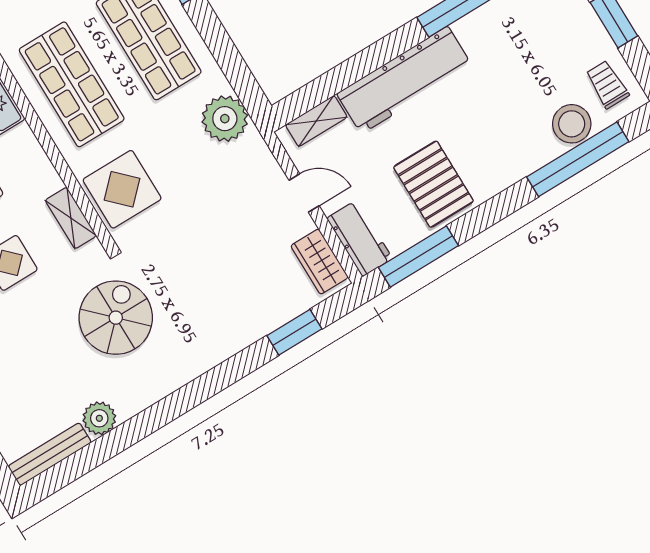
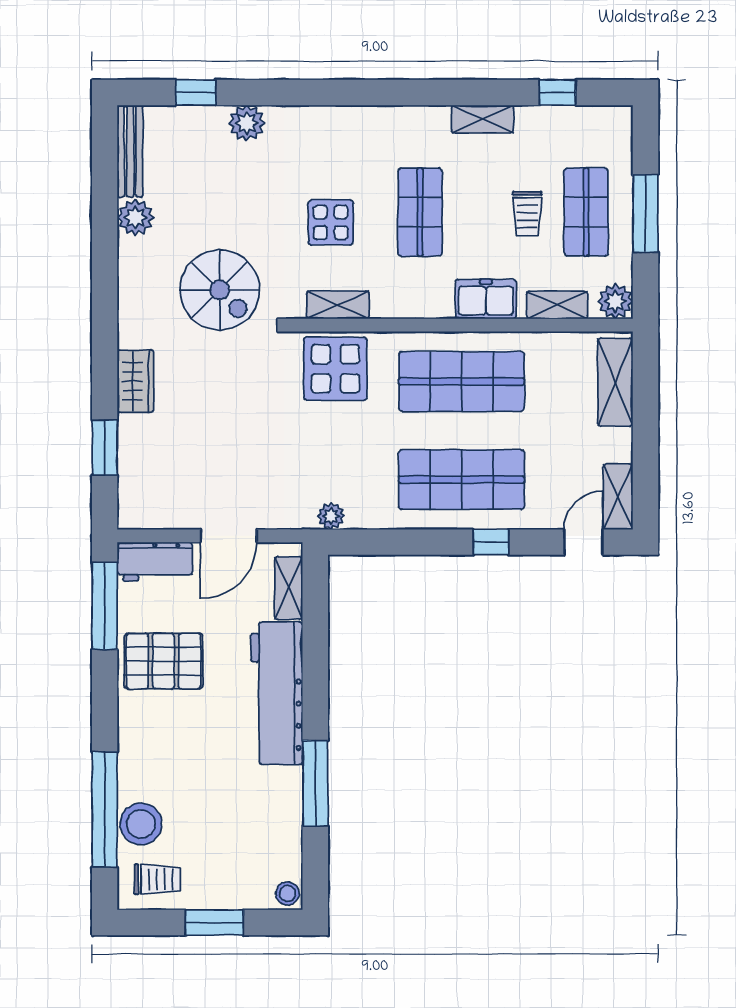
plant: (225, 119) -> (331, 516), width x0.53, depth x0.53
door: (304, 193) -> (229, 536), width x1.38
wardrobe: (320, 262) -> (135, 381), moved, turned 90

